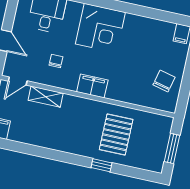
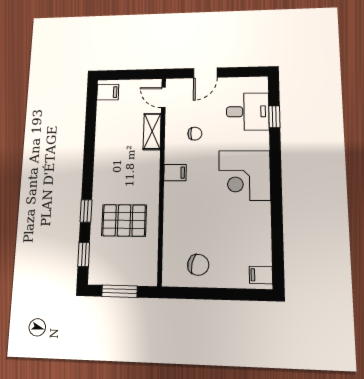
filing cabinet: (92, 86) -> (175, 173), width x0.50
window: (137, 173) -> (84, 254), added

